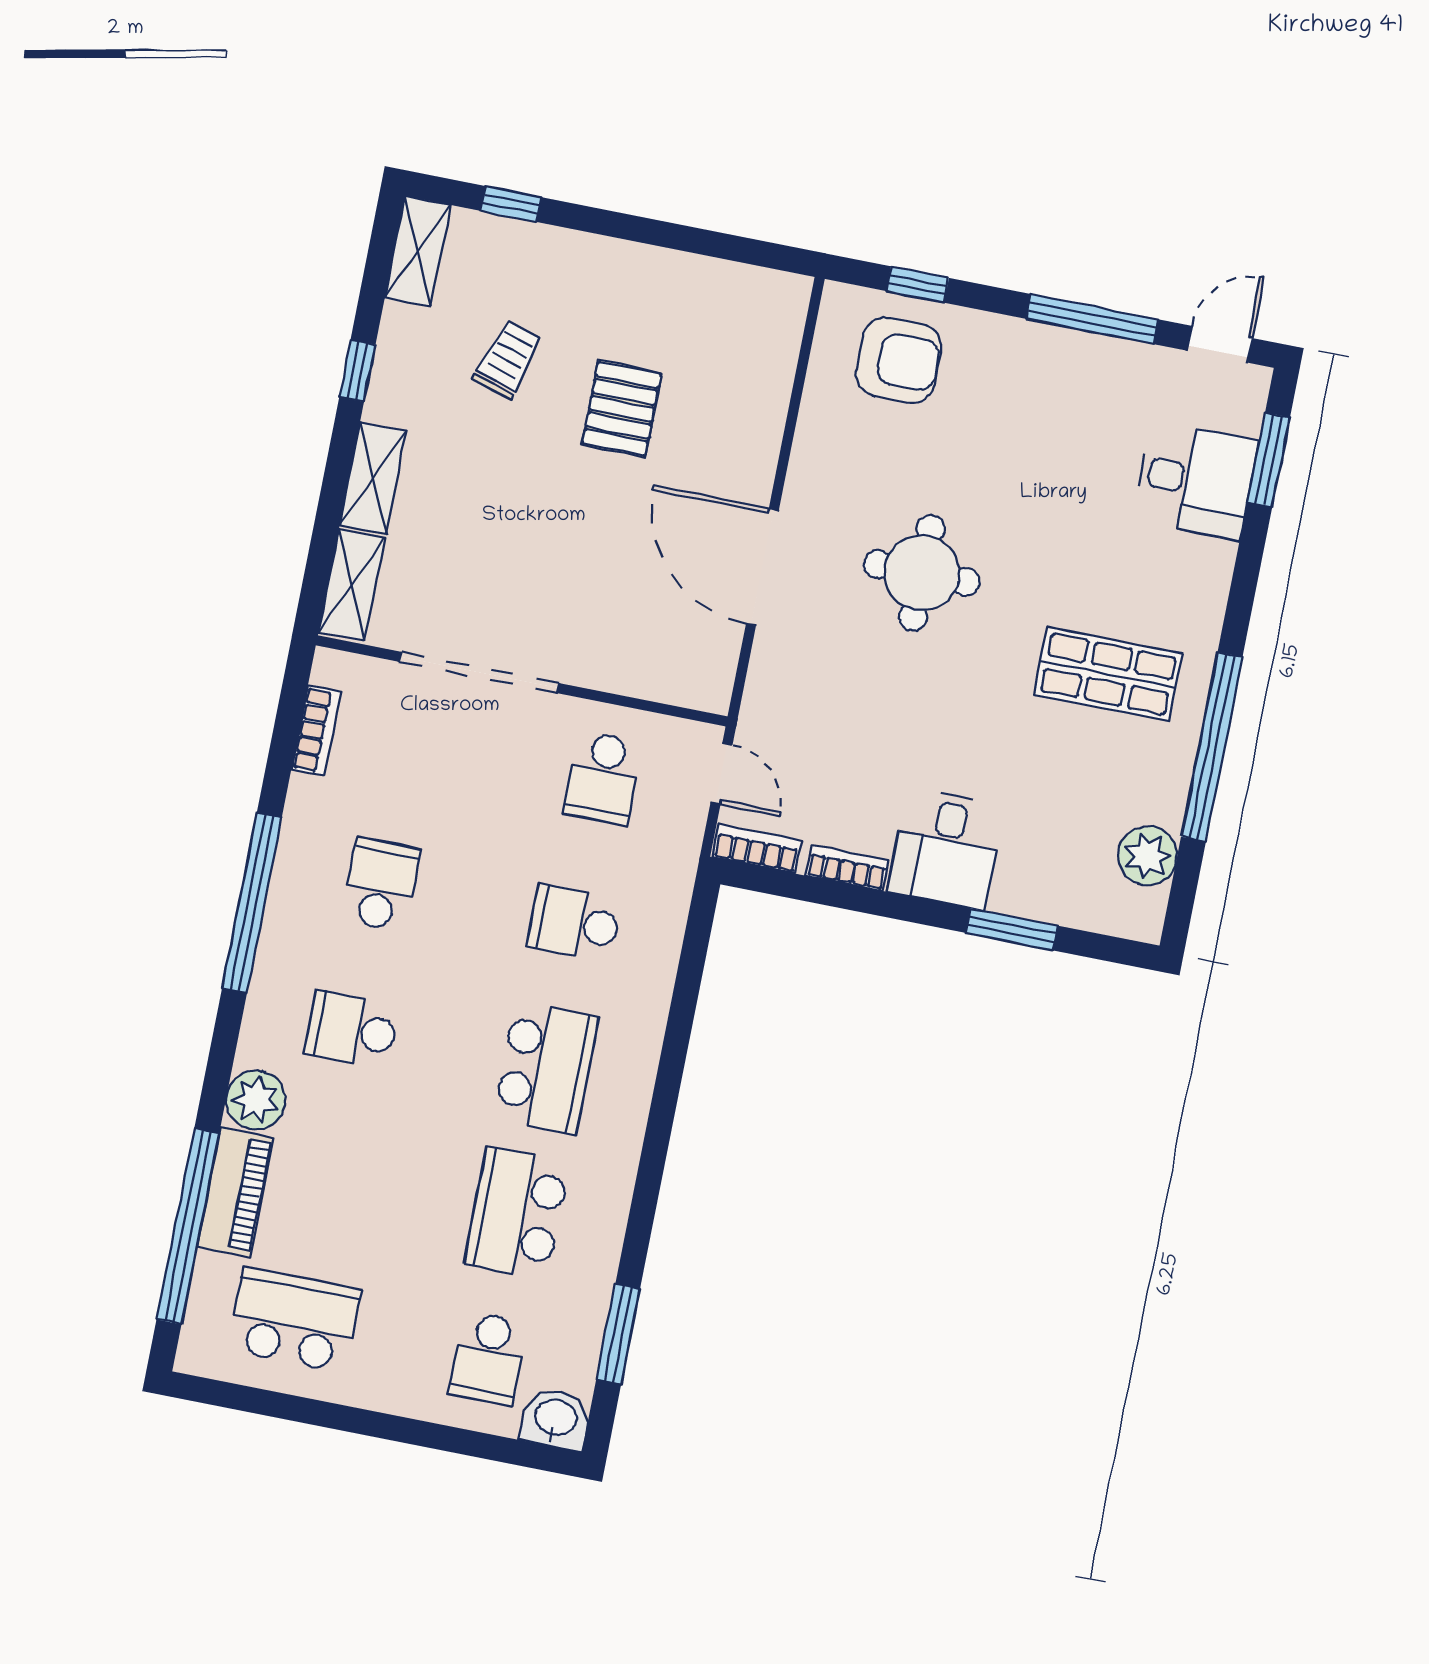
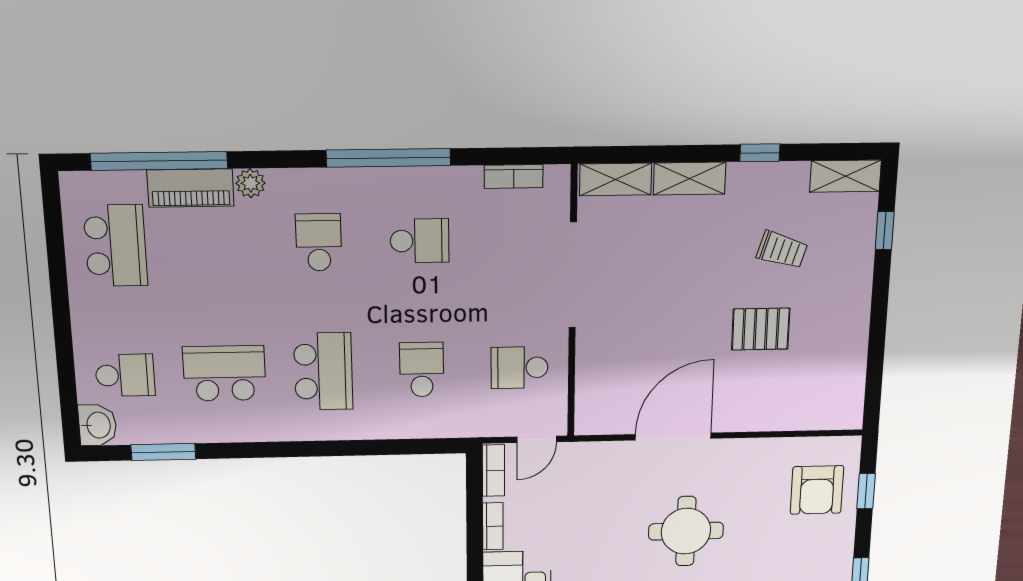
school desk: (546, 1068) -> (323, 371), turned -90
plant: (256, 1100) -> (250, 183), width x0.73, depth x0.73
school desk: (488, 1358) -> (125, 375), turned 180

